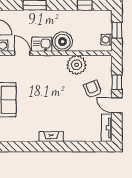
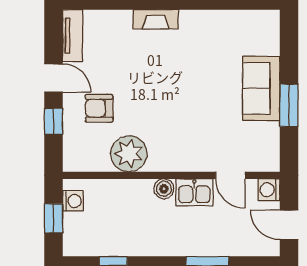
boiler: (62, 42) -> (164, 189), width x0.54, depth x0.54
armchair: (92, 89) -> (99, 108), turned 111
fireplace: (51, 137) -> (156, 19), moved

